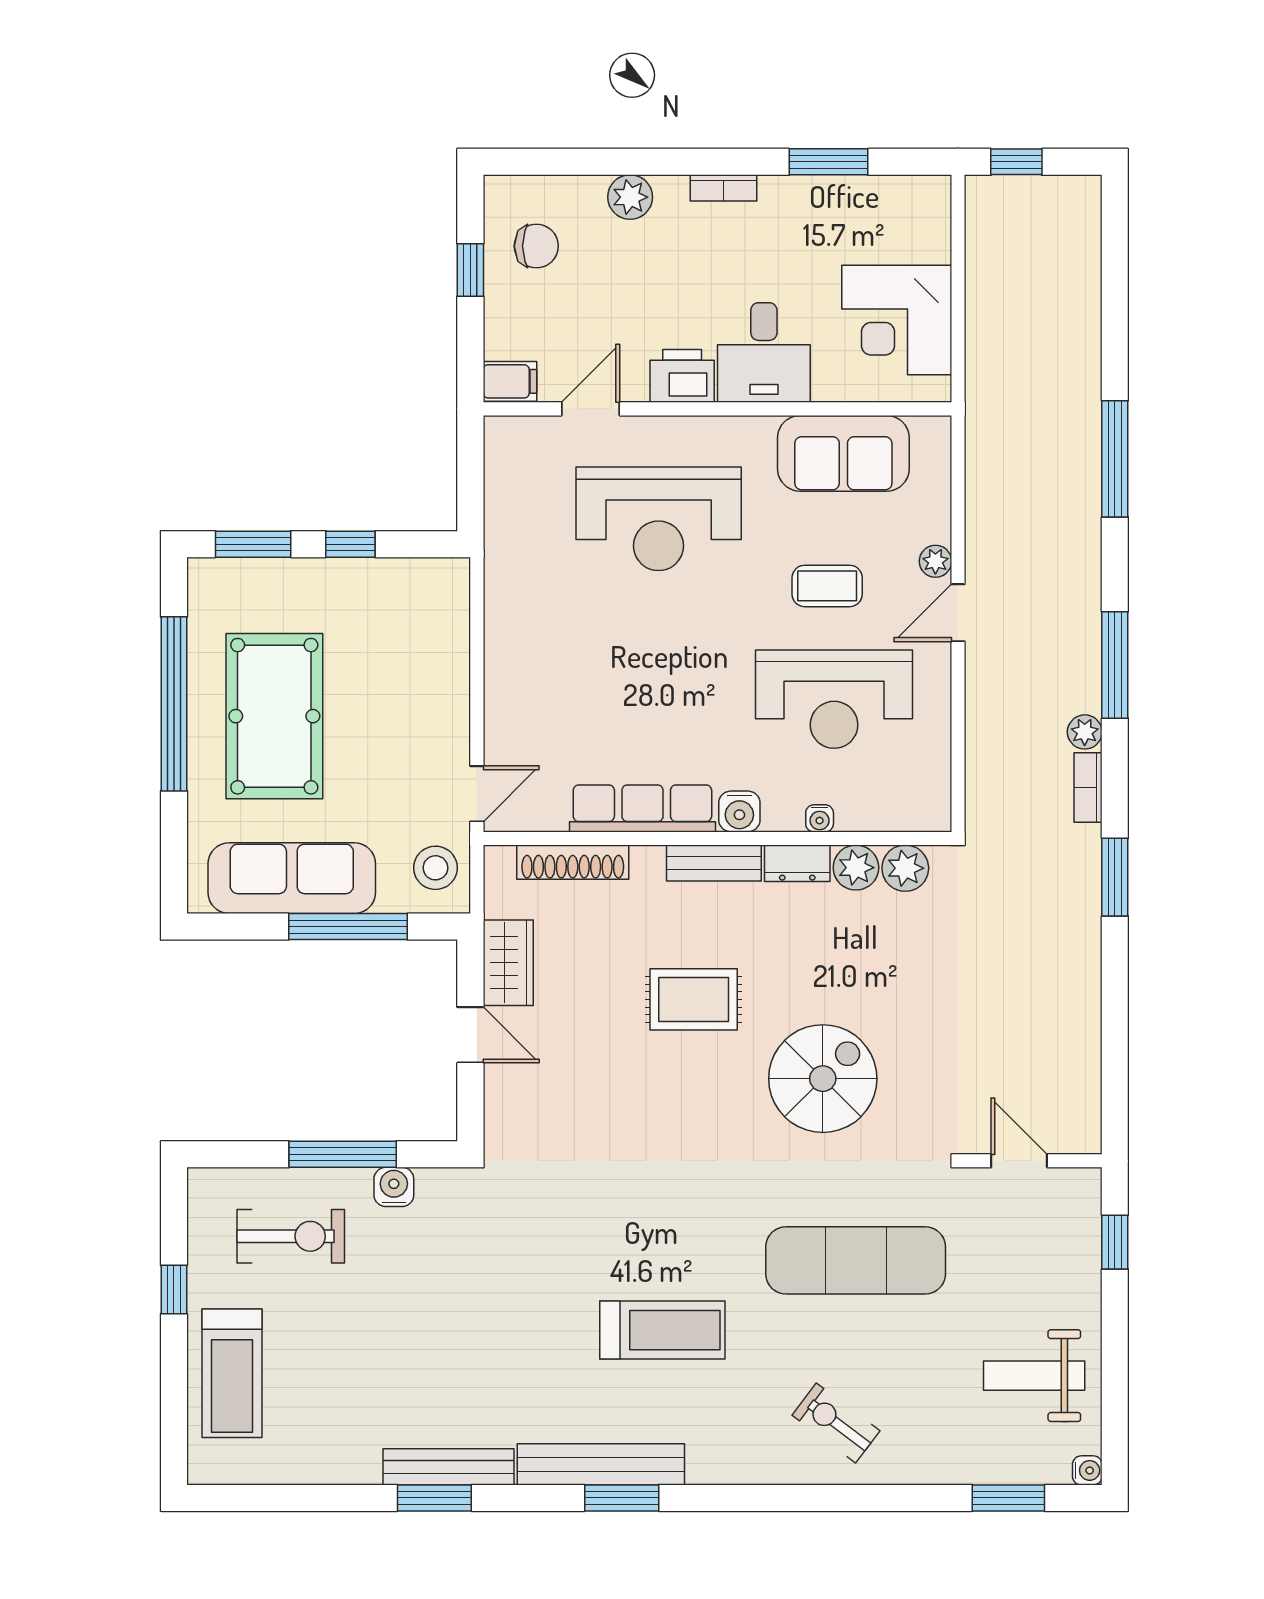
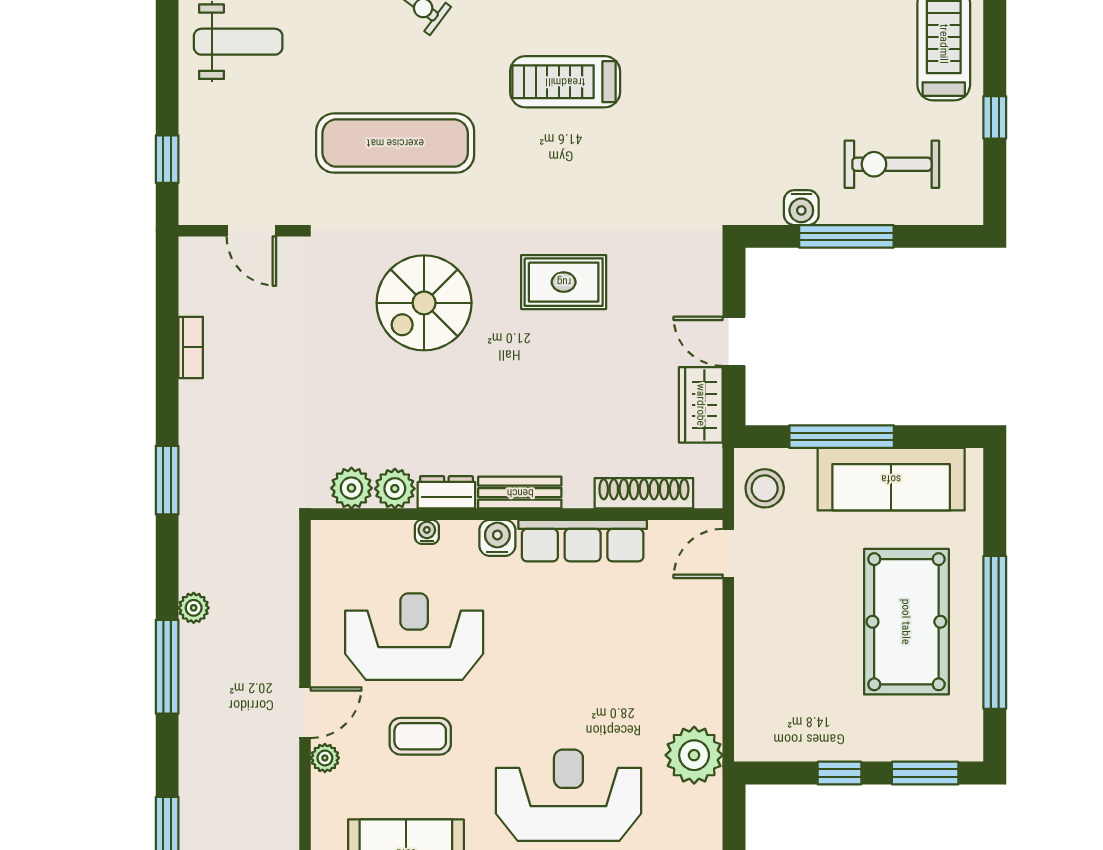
plant: (516, 564) -> (694, 755), added
bookcase: (1088, 787) -> (191, 347), moved
rug: (694, 999) -> (564, 282), moved

